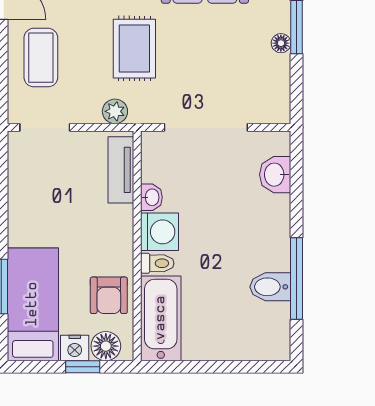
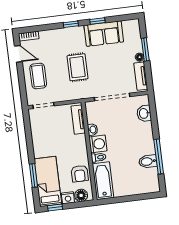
tv unit: (278, 87) -> (141, 76), added
plant: (115, 111) -> (73, 95), removed
window: (83, 367) -> (55, 208), moved

